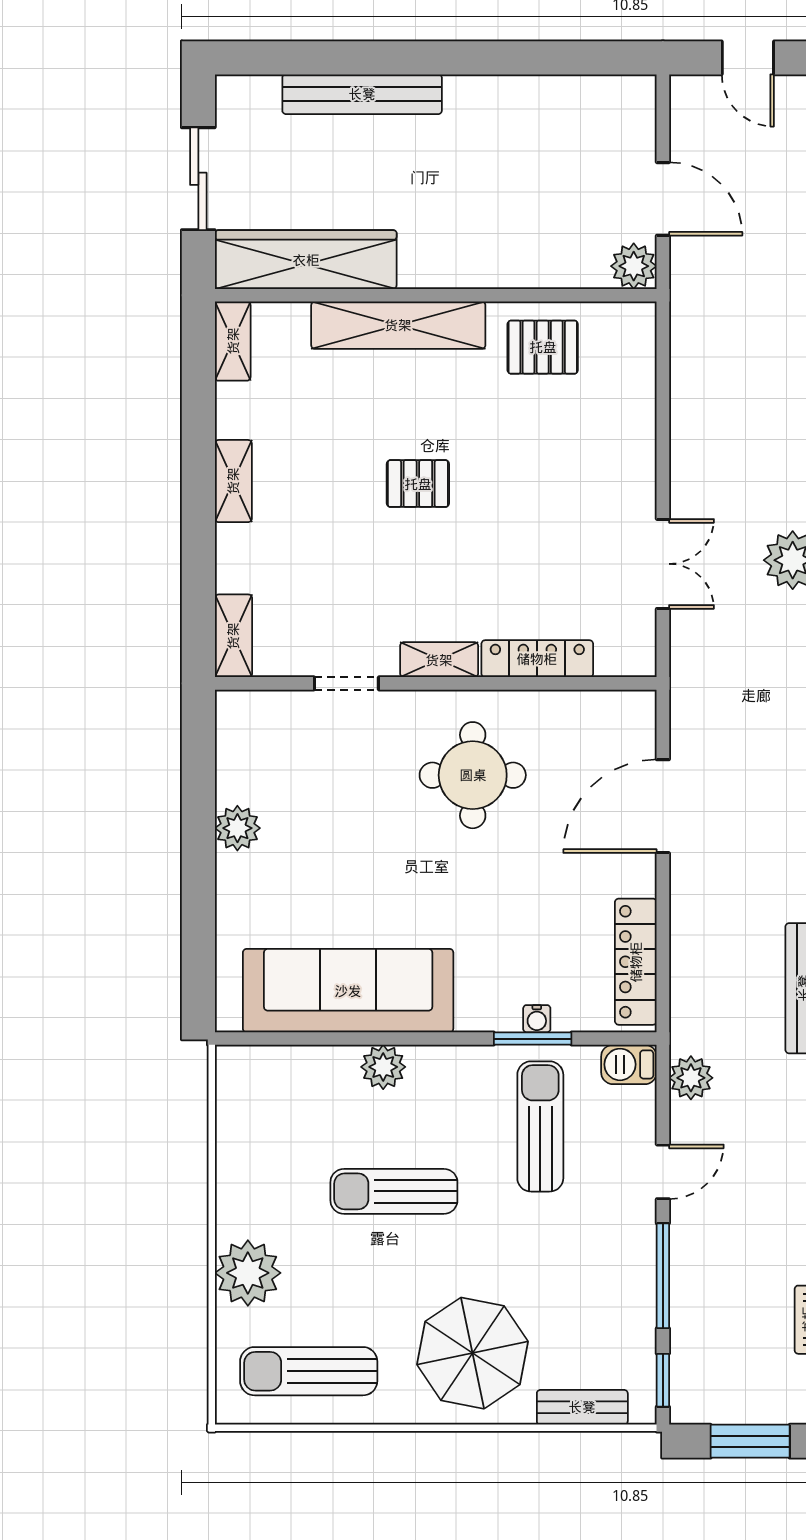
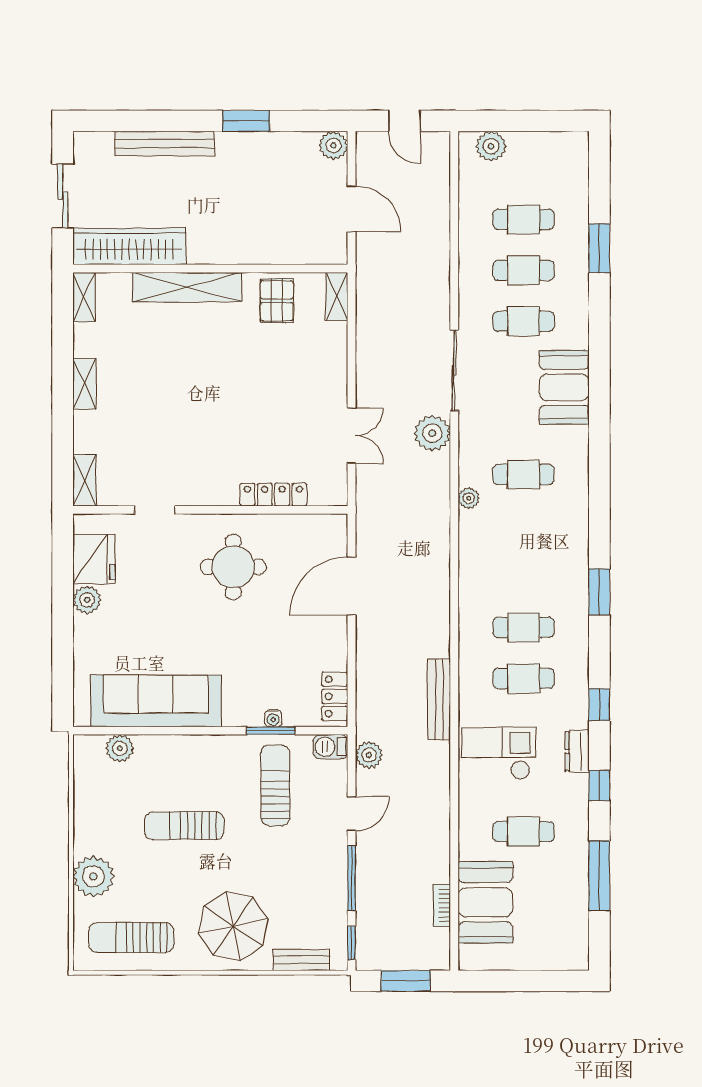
window: (494, 58) -> (246, 121), added
plant: (634, 266) -> (333, 145), moved
pallet: (543, 347) -> (277, 301), turned 90
pallet: (418, 484) -> (199, 386), removed
shelving: (439, 660) -> (337, 297), moved, turned 90
fridge: (249, 762) -> (94, 559), added
locker: (636, 962) -> (335, 696), width x0.66
plant: (383, 1067) -> (120, 748), moved

